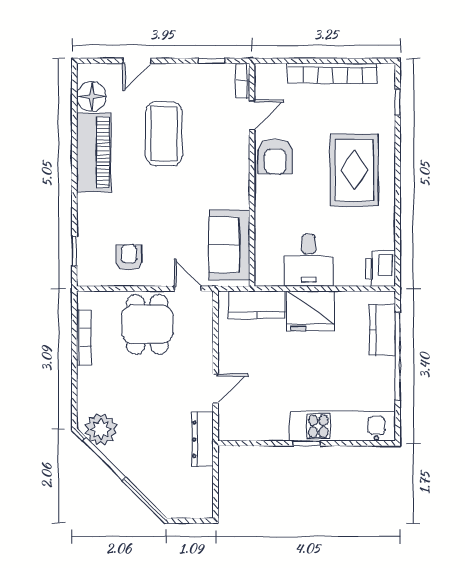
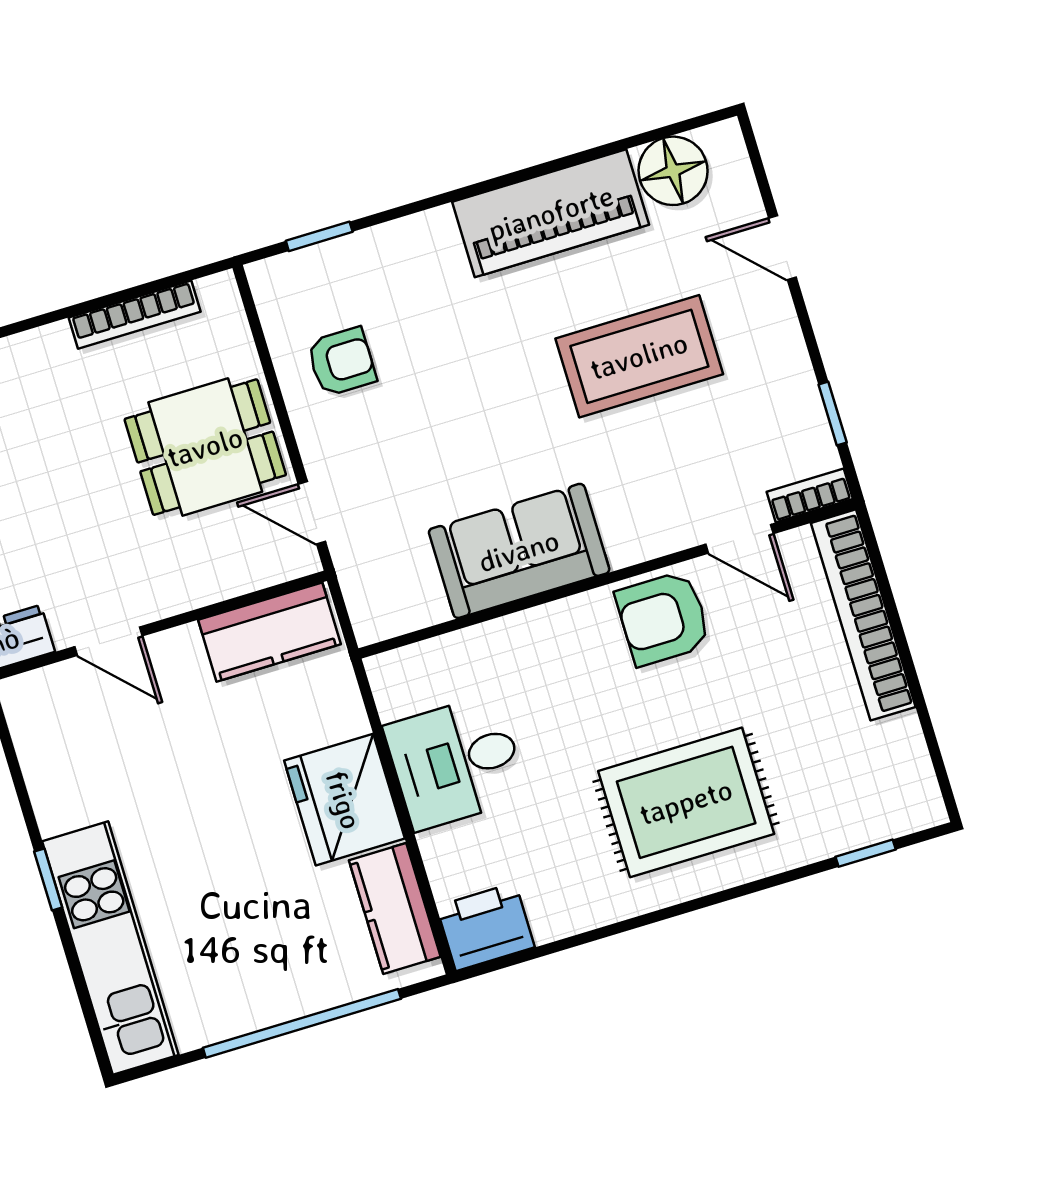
bookcase: (332, 73) -> (863, 615), moved
sofa: (229, 245) -> (519, 551), moved
door: (188, 289) -> (312, 513), swing flipped
kitchen counter: (257, 305) -> (269, 632), moved, turned -90
kitchen counter: (382, 330) -> (395, 908), moved, turned -90

